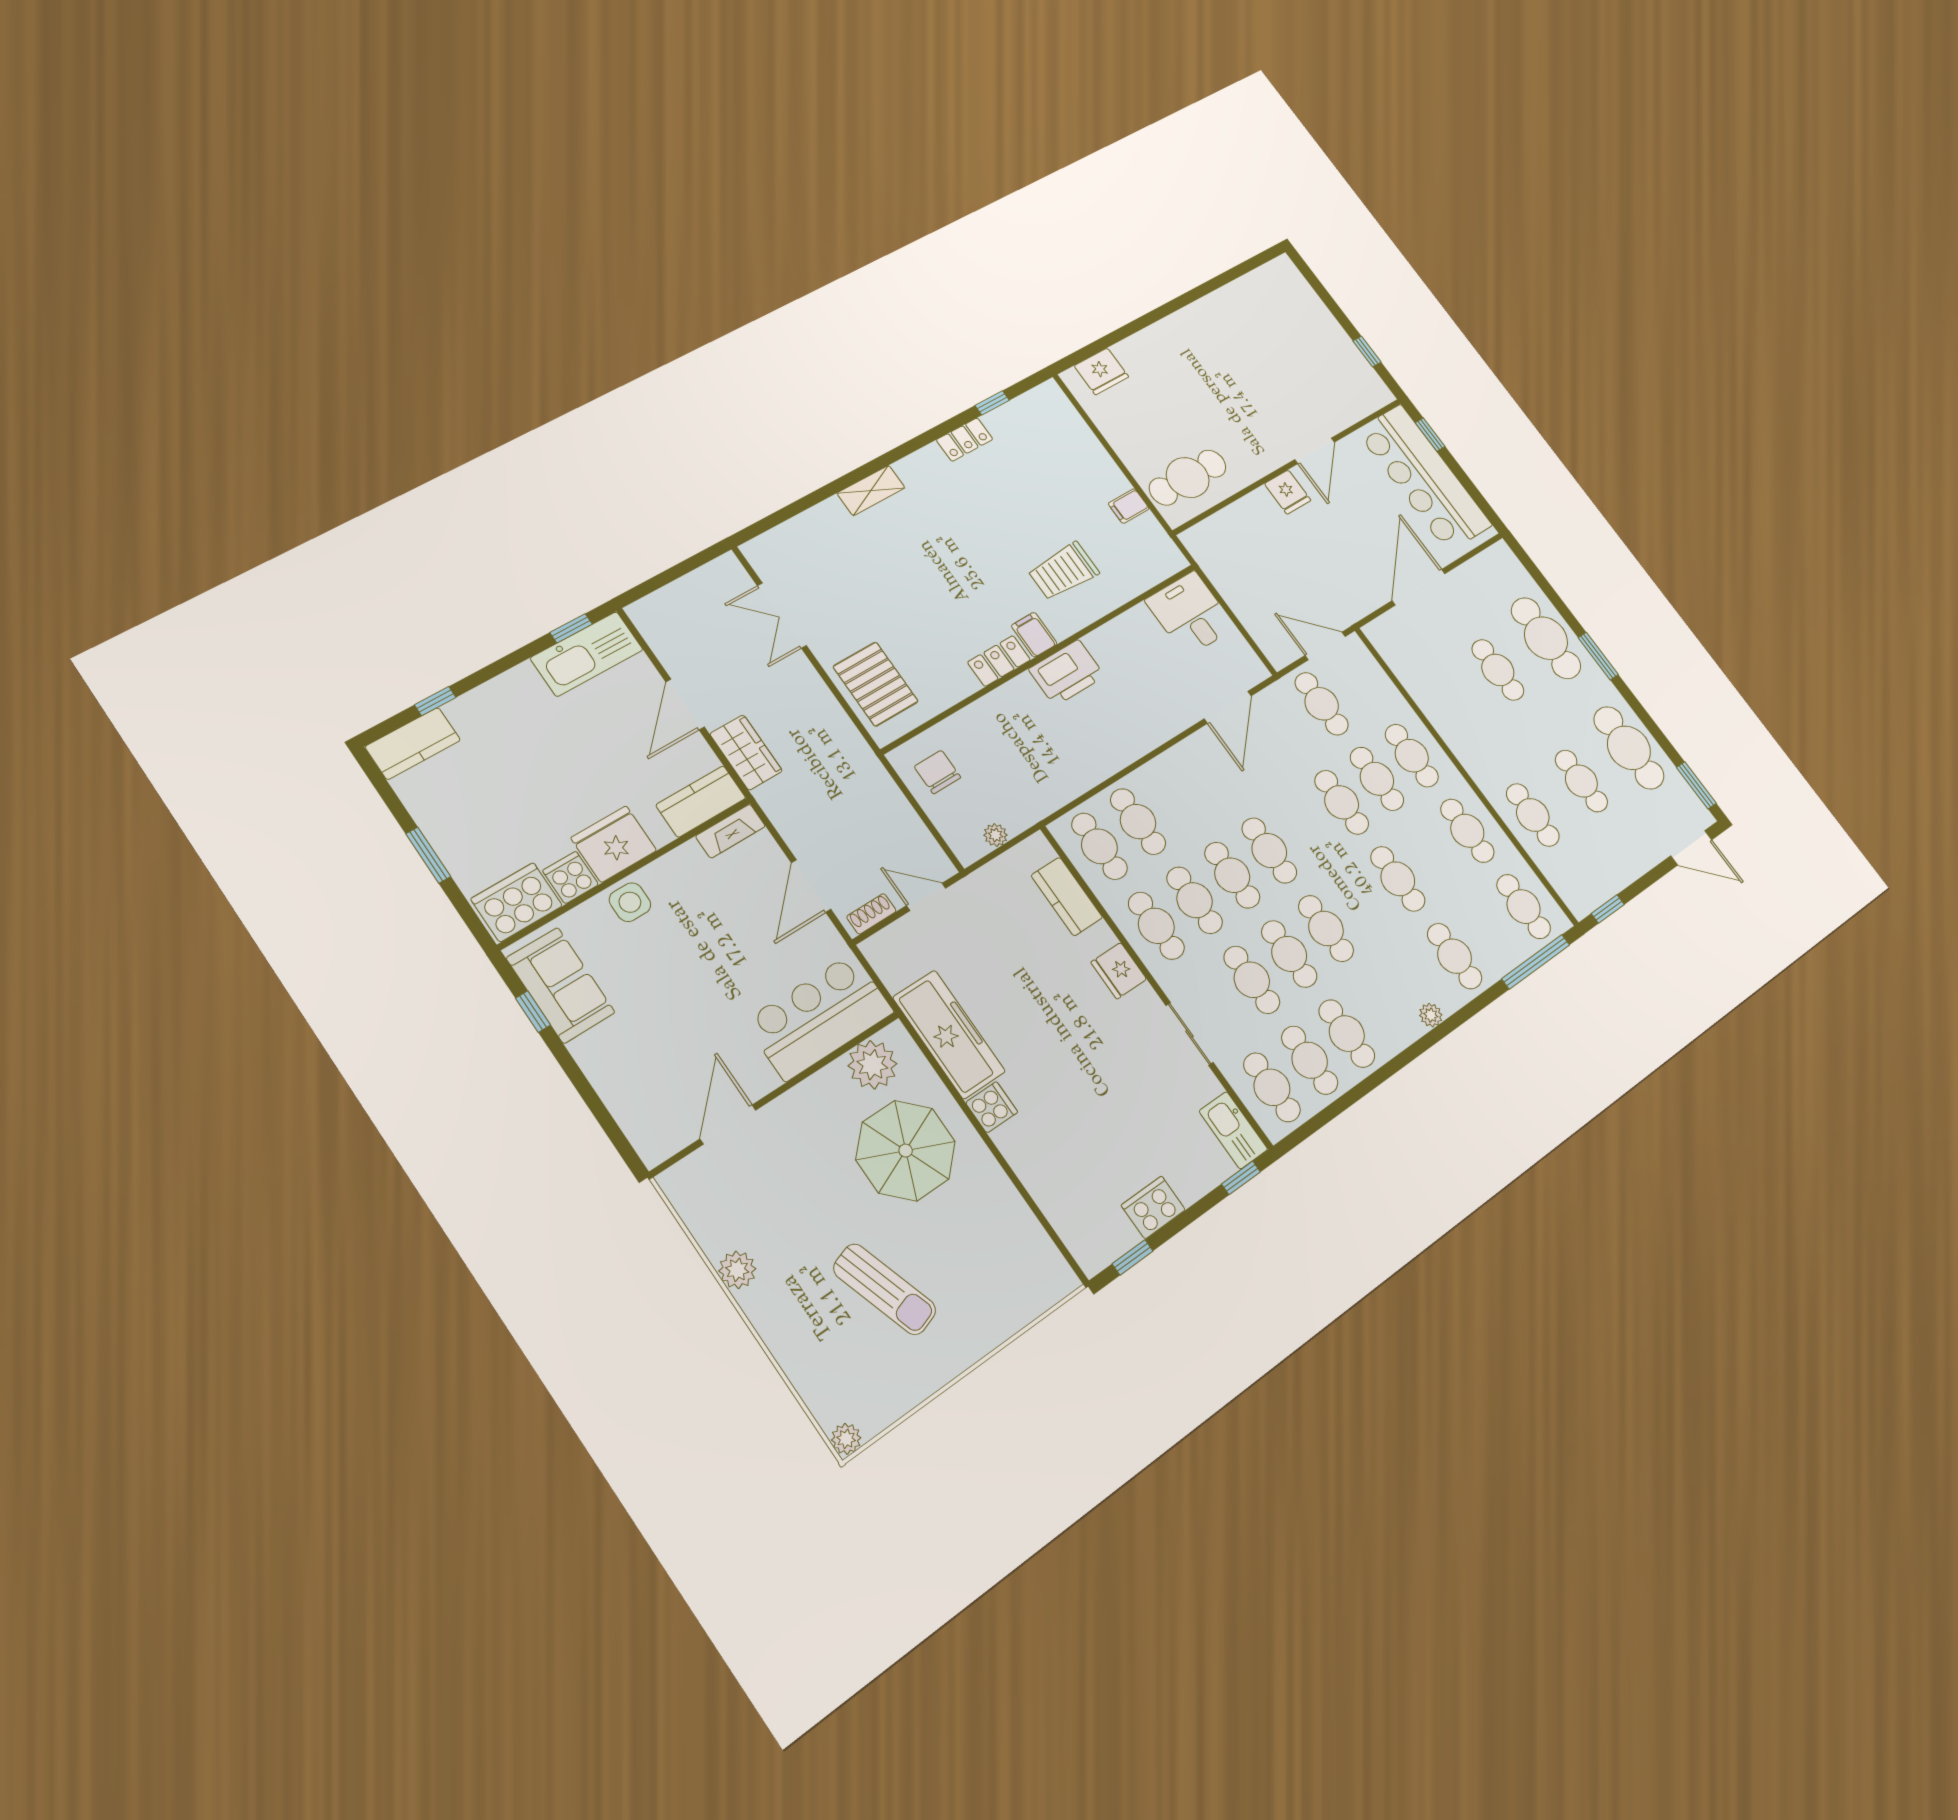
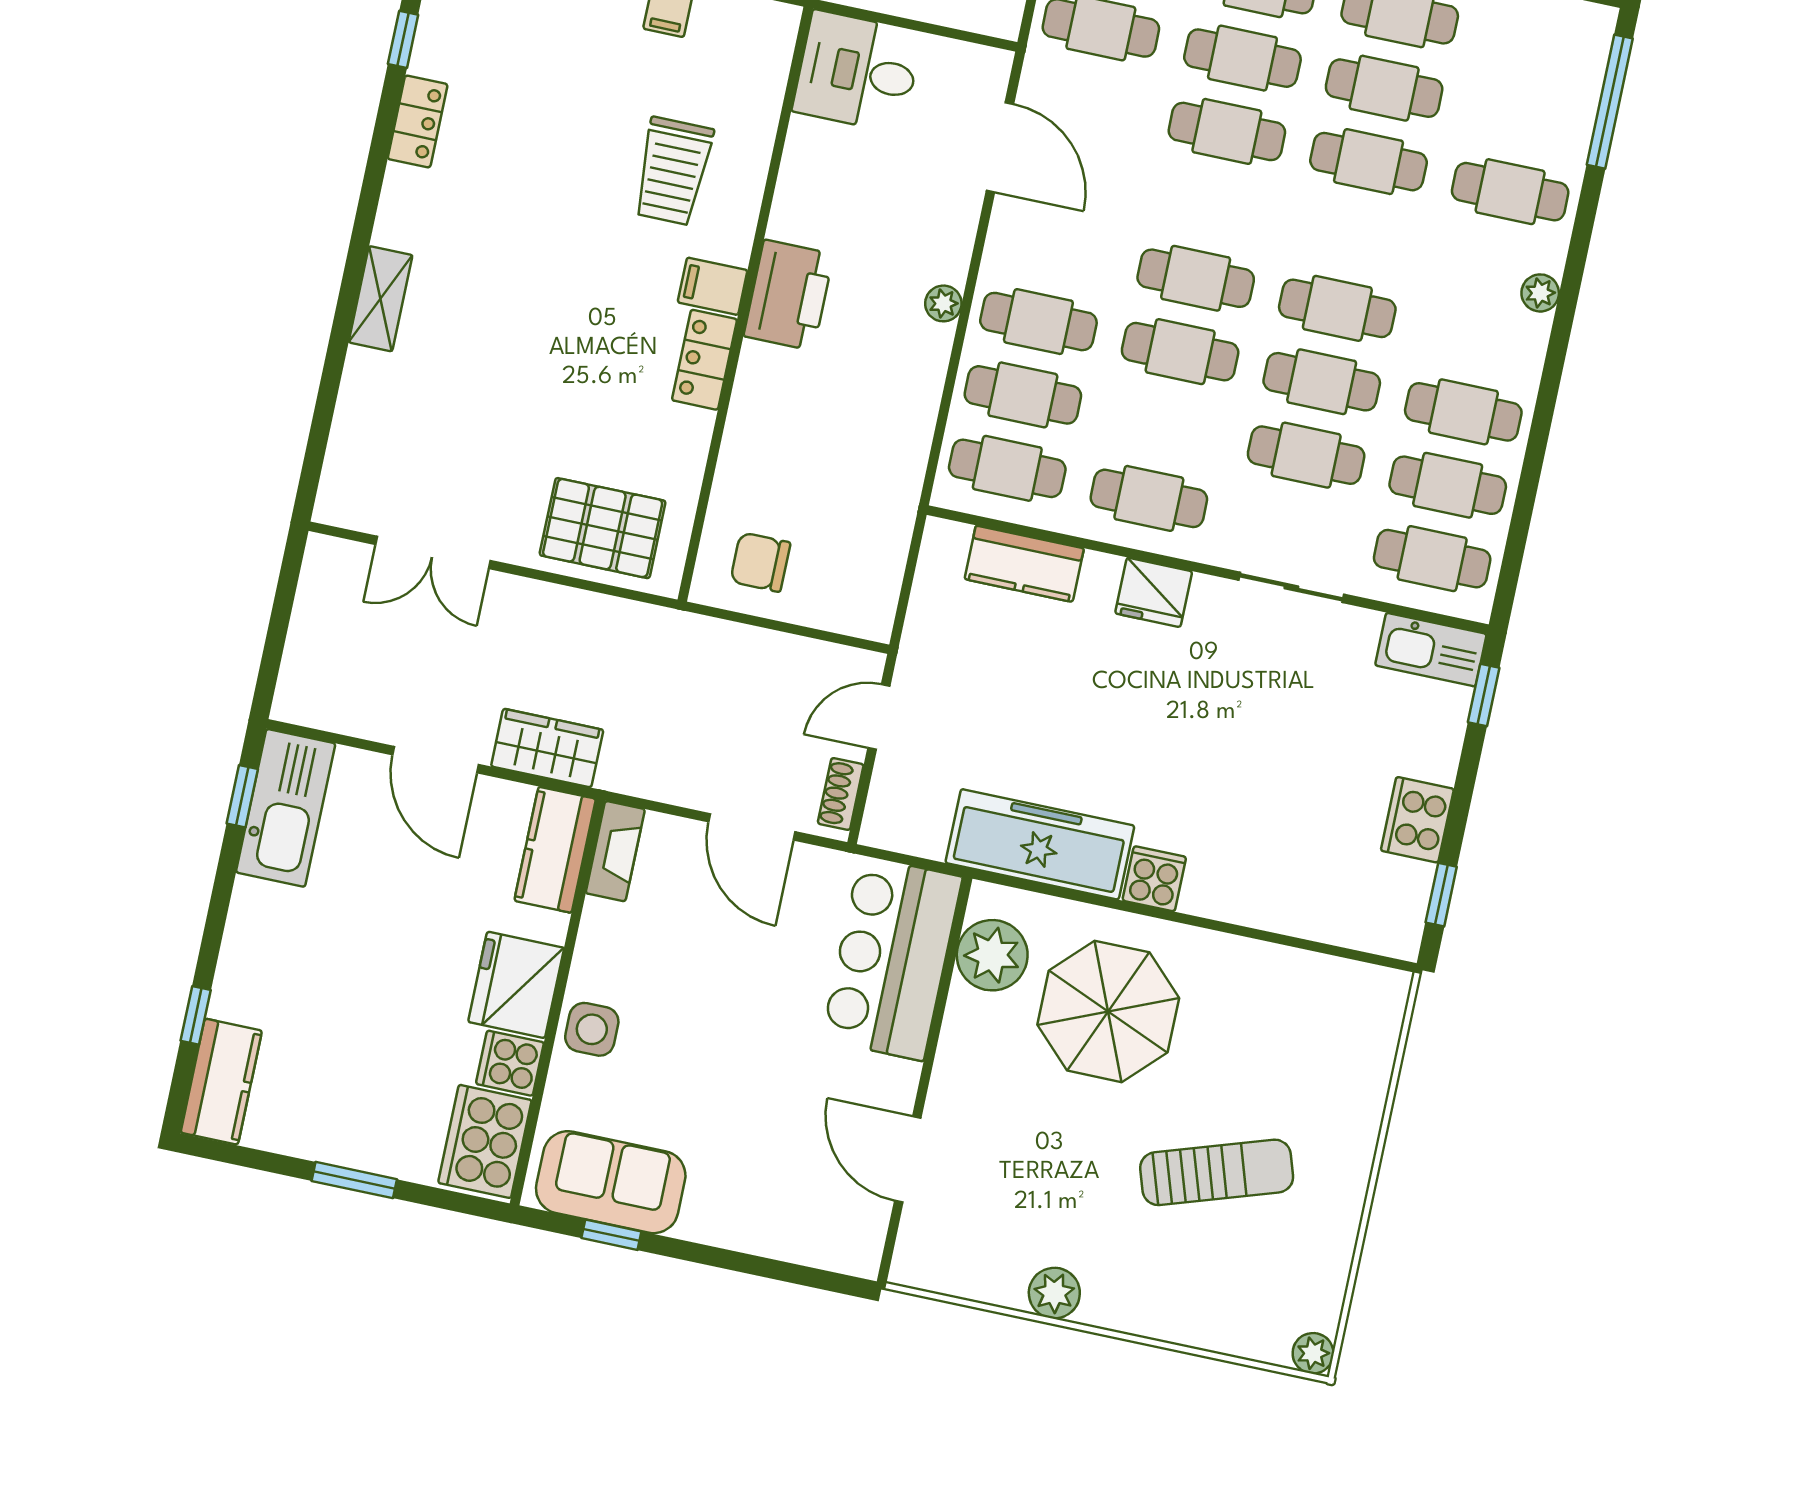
plant: (996, 835) -> (943, 303), moved
cafe table: (1195, 900) -> (1038, 322), moved
cafe table: (1524, 907) -> (1384, 88), moved

